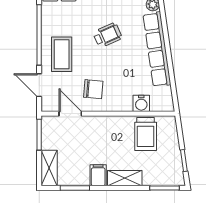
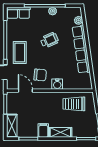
water cooler: (141, 103) -> (57, 84), moved
trolley: (146, 134) -> (74, 104), turned 90

